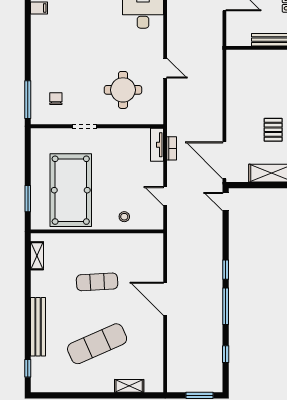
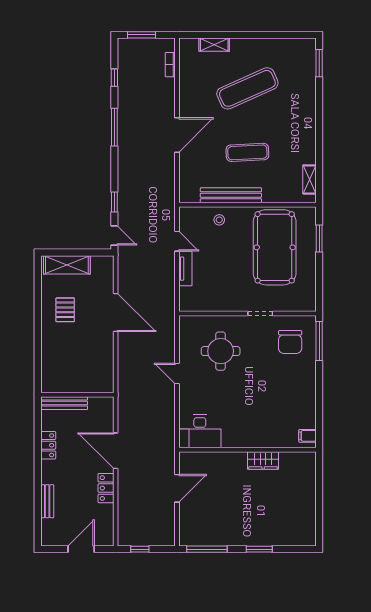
chair: (56, 99) -> (290, 342), width x1.87, depth x1.87
tv unit: (157, 145) -> (185, 269), moved
bookcase: (172, 148) -> (170, 65), moved
door: (224, 160) -> (116, 313), moved
window: (226, 270) -> (114, 202), moved
door: (165, 299) -> (177, 135), hinge flipped
bench: (38, 327) -> (231, 195), moved, turned 90
window: (28, 368) -> (319, 63), width x1.50

